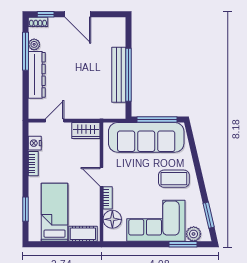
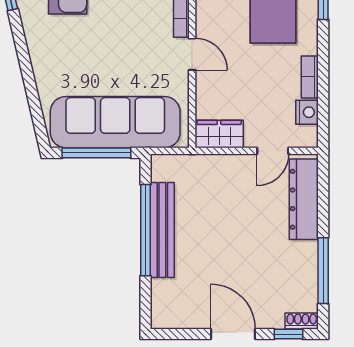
plant: (34, 44) -> (308, 282), removed
dresser: (37, 75) -> (304, 199), moved
coffee table: (174, 179) -> (68, 51), removed

